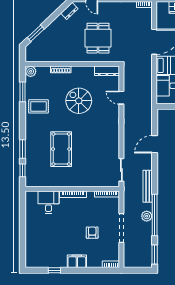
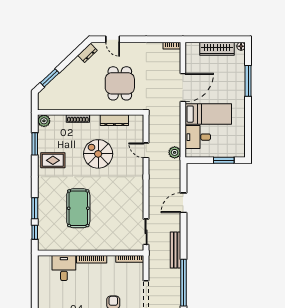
dresser: (107, 71) -> (114, 120), moved
plant: (147, 216) -> (175, 152), moved

